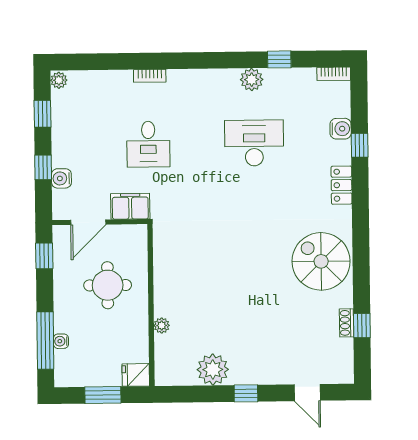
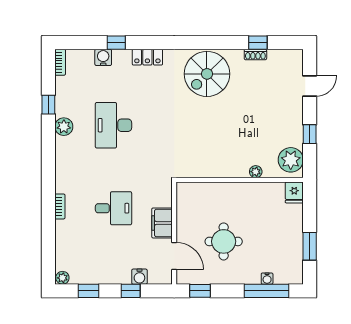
wall: (151, 305) -> (240, 180), moved
plant: (162, 325) -> (256, 172), moved
fridge: (136, 375) -> (294, 192), moved

